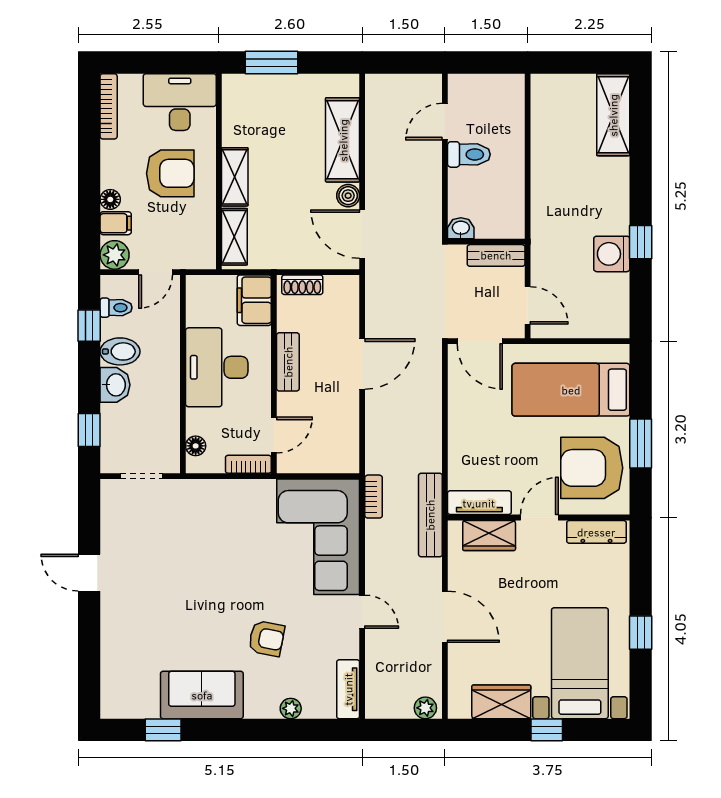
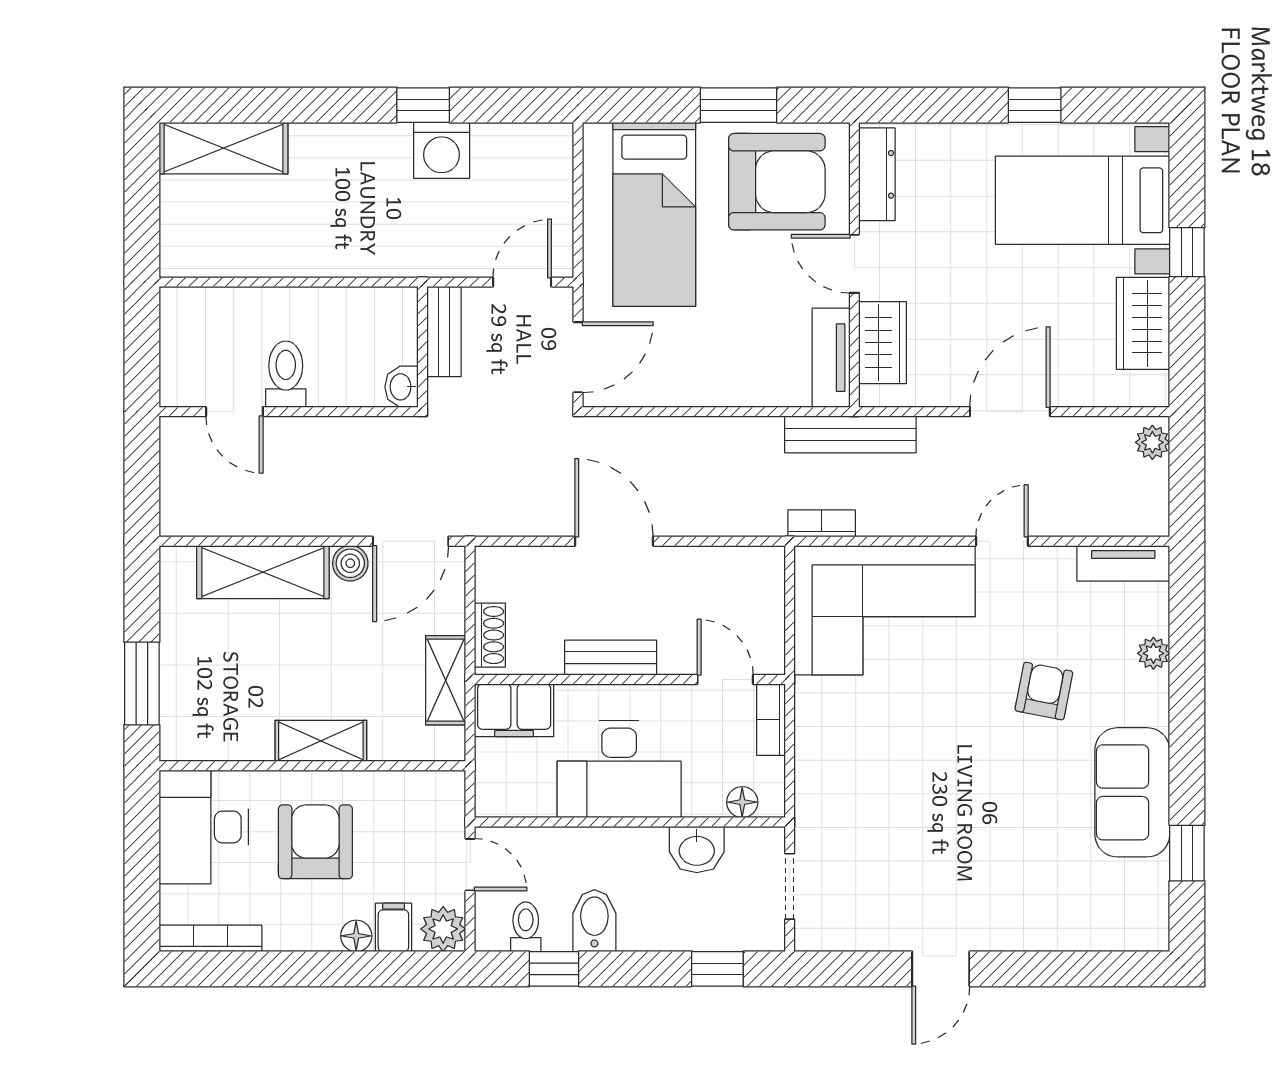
shelving: (234, 237) -> (446, 680), moved, turned 90
washbasin: (115, 385) -> (697, 850), moved, turned 180
armchair: (592, 468) -> (777, 182), turned -90

